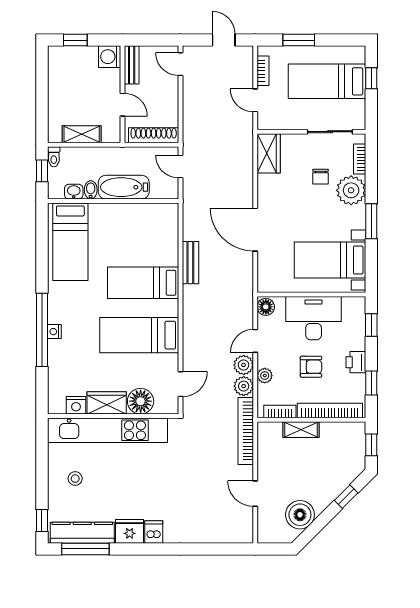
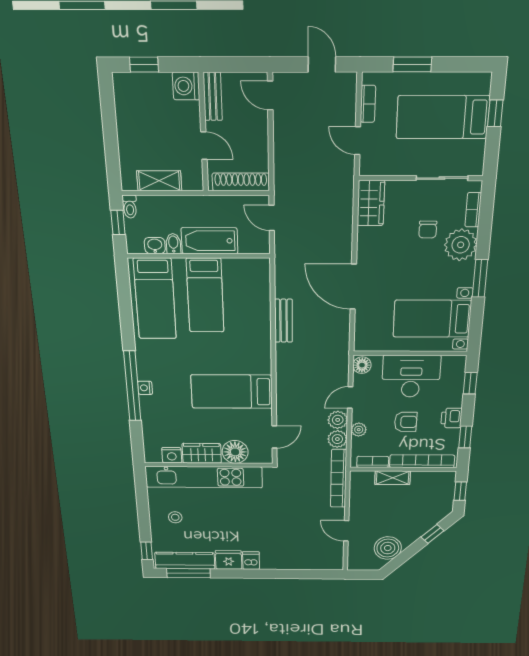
bed: (143, 283) -> (205, 295), moved, turned -90

